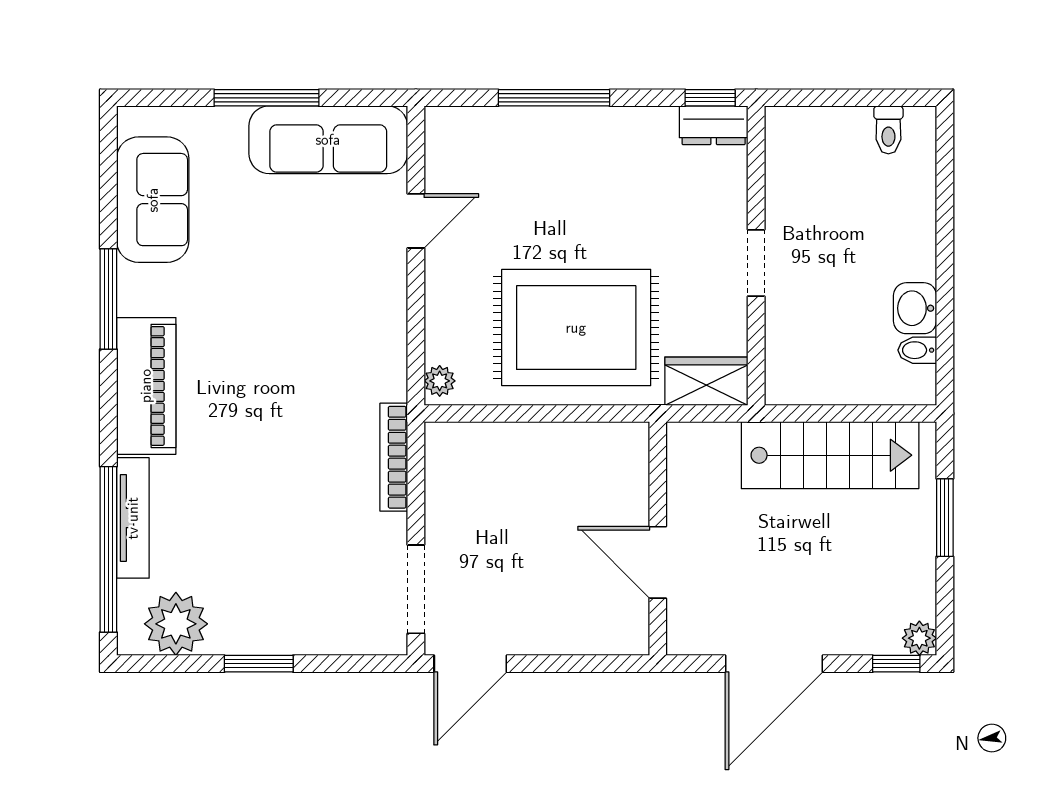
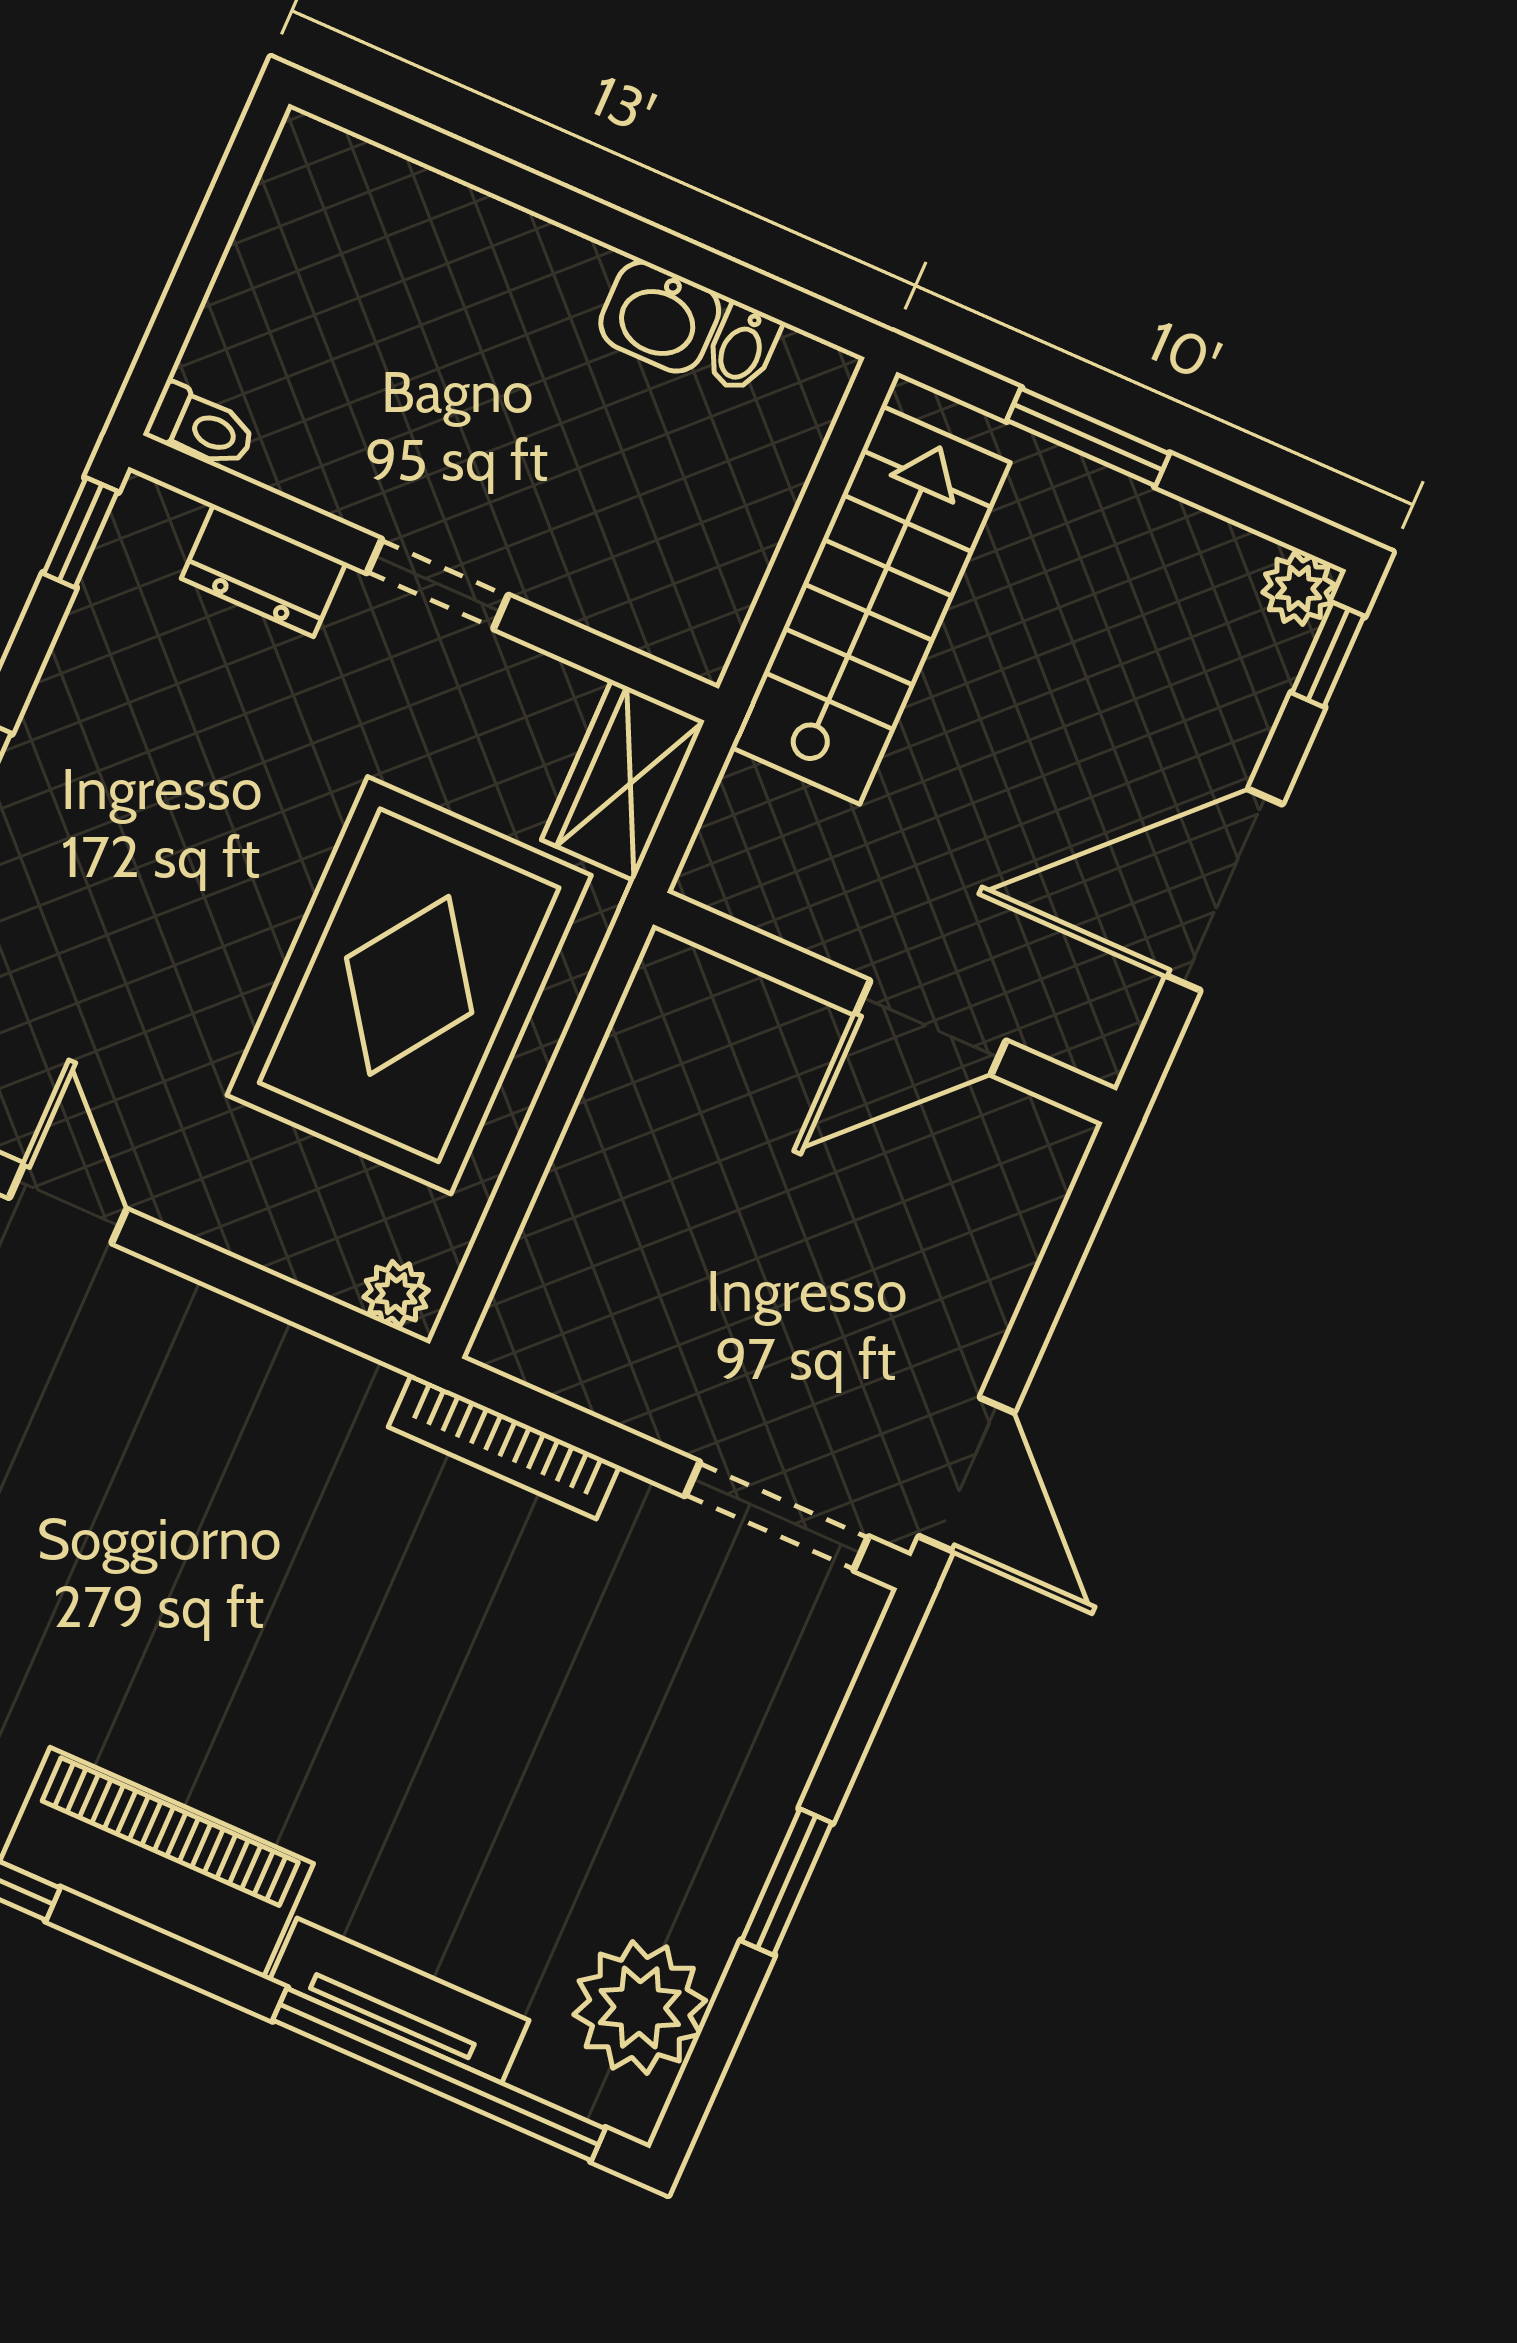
dresser: (714, 125) -> (264, 570), moved, turned 90
toilet: (888, 130) -> (201, 427), moved
door: (774, 664) -> (1224, 890), swing flipped

